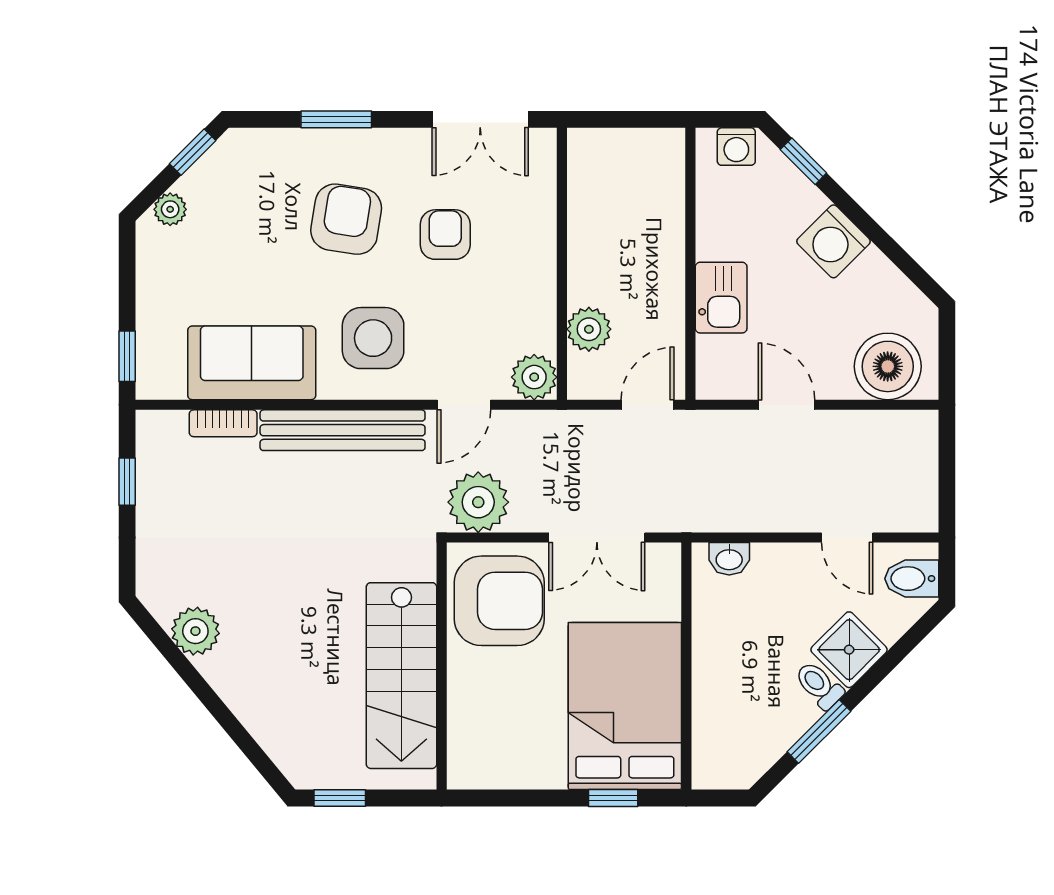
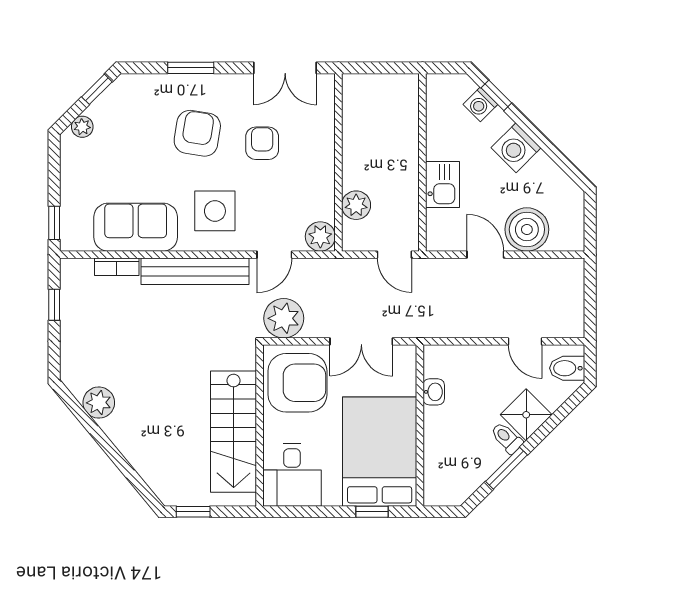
washing machine: (736, 147) -> (480, 104), moved, turned 45
boiler: (888, 366) -> (527, 229), moved
door: (647, 405) -> (394, 255), swing flipped
washbasin: (729, 559) -> (434, 392), moved, turned -90
desk: (491, 742) -> (292, 475), added

